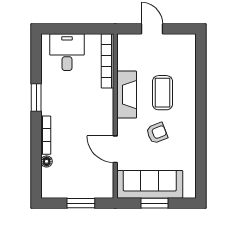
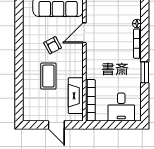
fireplace: (127, 95) -> (76, 96), moved
armchair: (157, 133) -> (53, 45), turned -97
door: (115, 149) -> (84, 33), swing flipped

